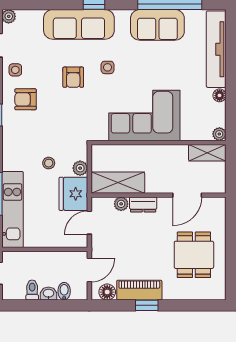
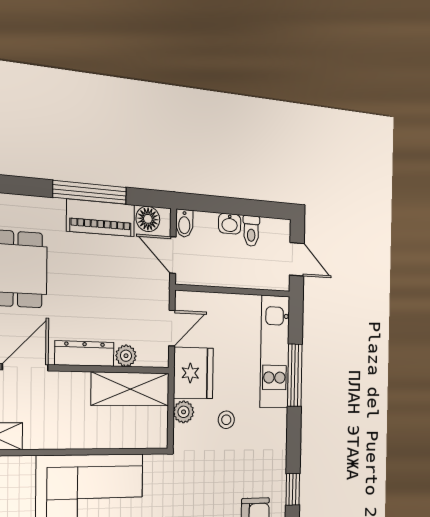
dresser: (143, 204) -> (84, 354), width x1.44
door: (89, 270) -> (173, 255), hinge flipped
bidet: (64, 291) -> (184, 223), moved
window: (147, 305) -> (90, 192), width x2.17

